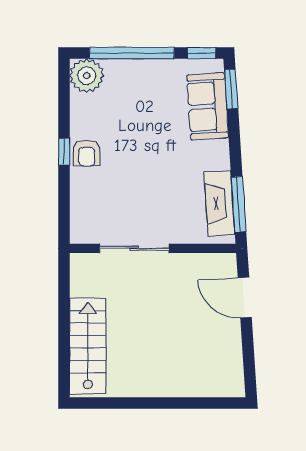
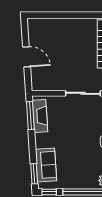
door: (245, 298) -> (27, 57), moved

